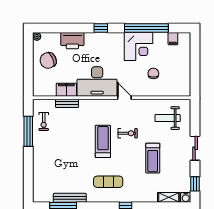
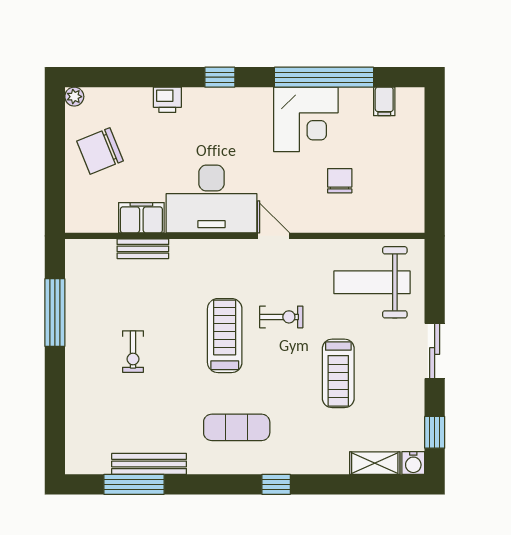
printer: (72, 41) -> (167, 100), width x0.53, depth x0.68
weight bench: (168, 118) -> (372, 282), width x1.36, depth x1.33
exercise bike: (44, 121) -> (133, 352), moved

